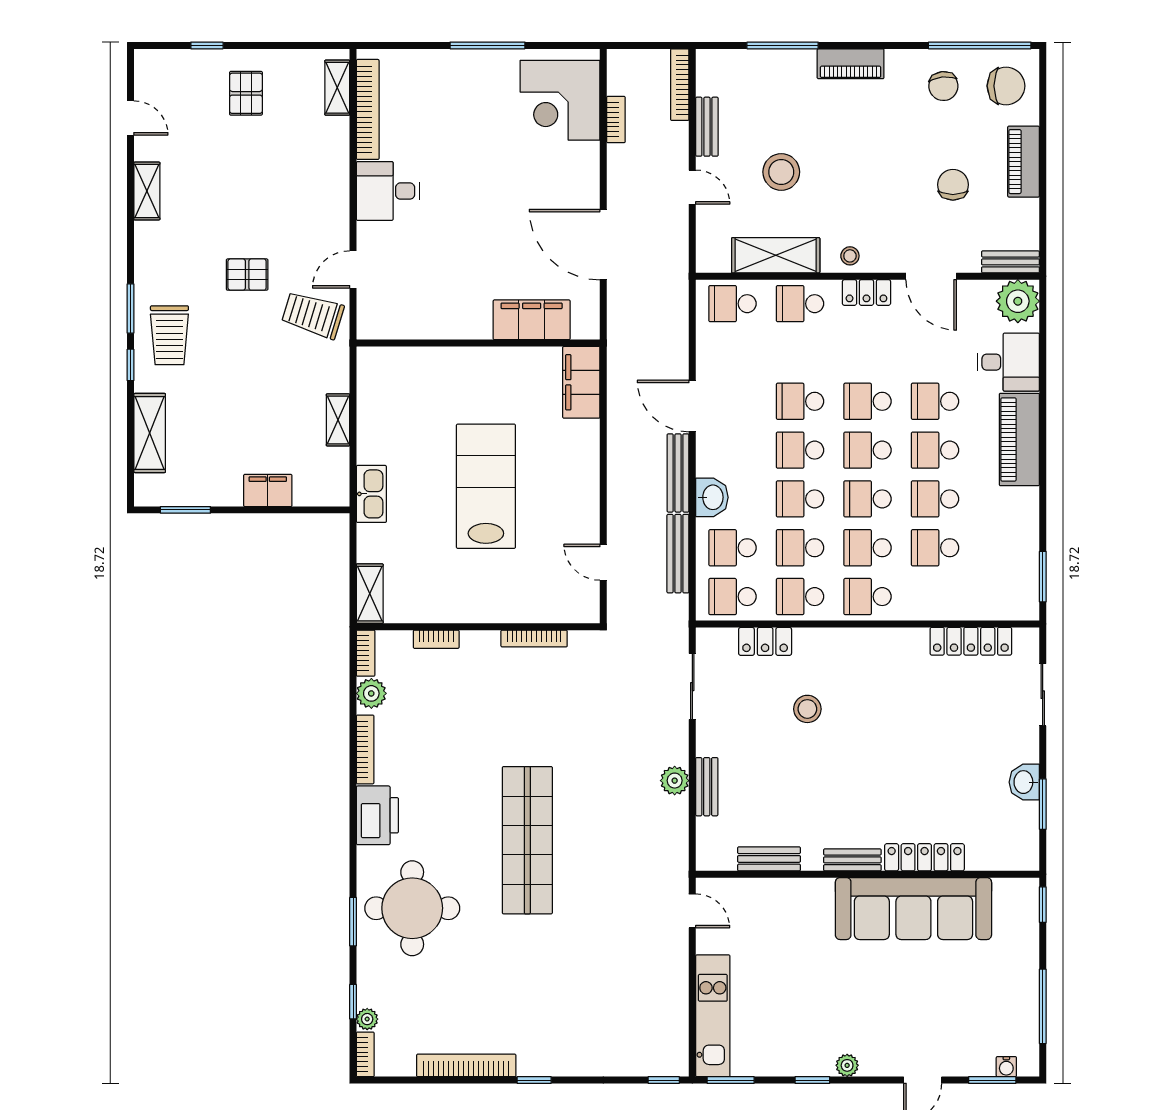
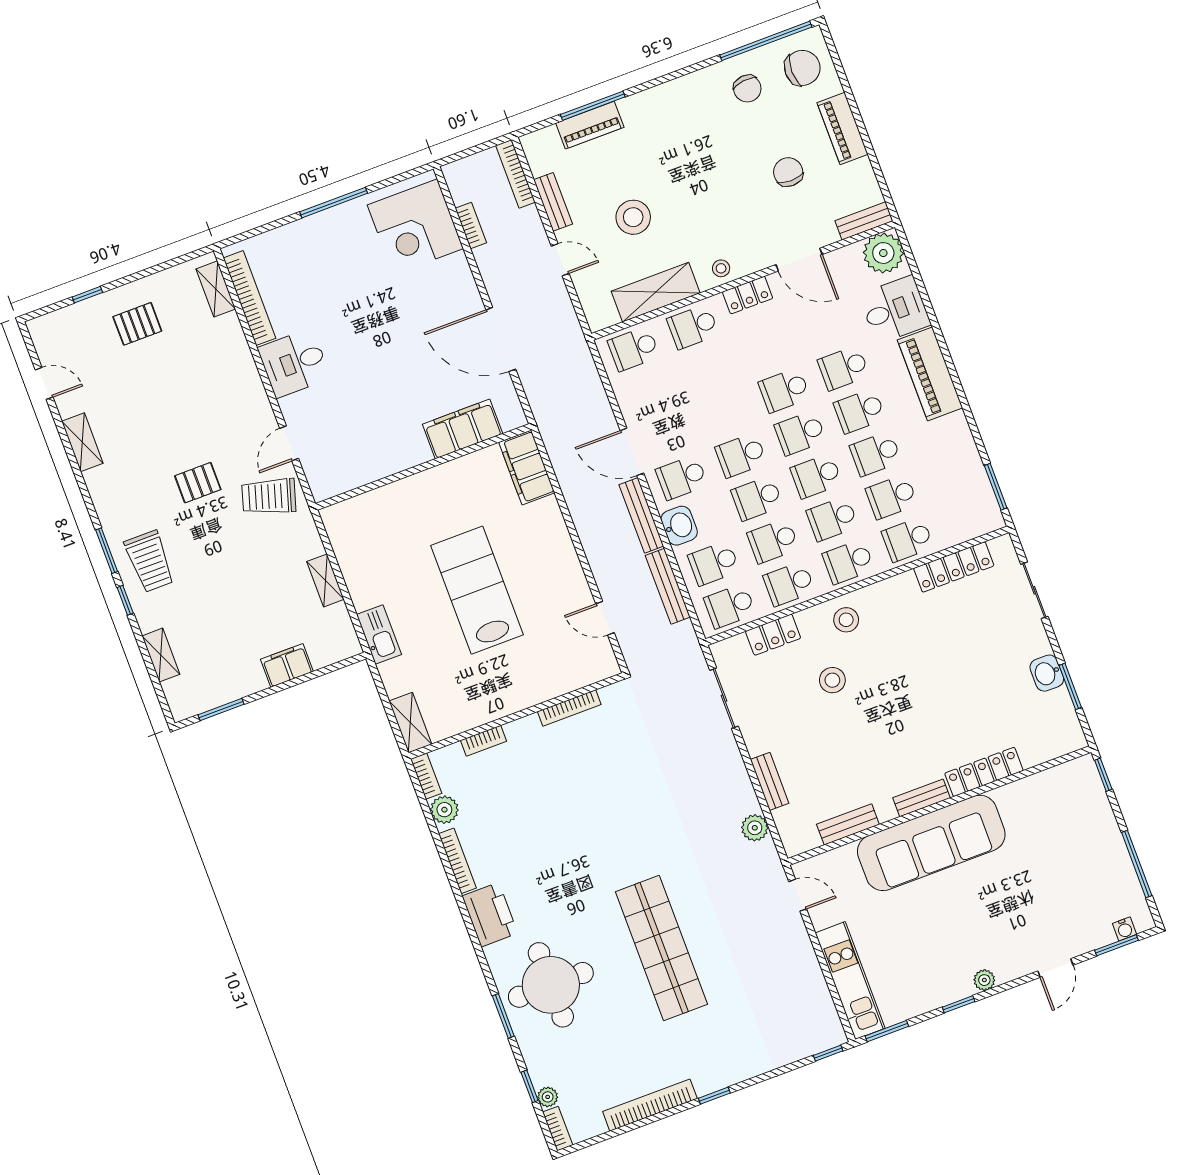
piano: (851, 64) -> (590, 125), moved
pallet: (246, 93) -> (137, 324), turned 90
school desk: (800, 401) -> (682, 477), moved
shelving: (150, 433) -> (161, 655), width x0.67, depth x0.75
school desk: (935, 597) -> (908, 540), added
stool: (844, 654) -> (846, 620), added
plant: (675, 781) -> (755, 828), moved
shop shelf: (527, 840) -> (661, 948), moved
sofa: (913, 909) -> (931, 843), moved

